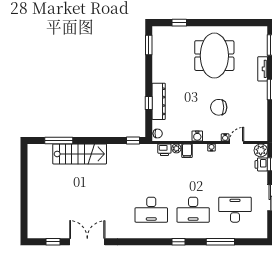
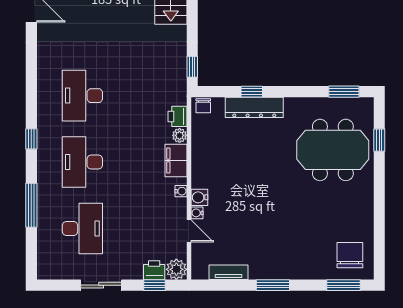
meeting table: (214, 56) -> (333, 150), moved
tv unit: (263, 69) -> (229, 272), moved
chair: (219, 107) -> (350, 255), moved
water cooler: (197, 136) -> (199, 197), moved
filing cabinet: (187, 151) -> (176, 160), width x2.00

